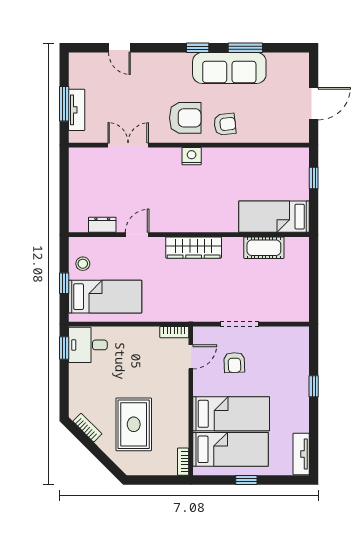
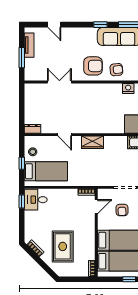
tv unit: (77, 110) -> (29, 45), moved
nightstand: (192, 156) -> (128, 88), moved
dresser: (102, 225) -> (32, 129), moved
door: (137, 235) -> (65, 135), swing flipped
wardrobe: (194, 248) -> (93, 142), width x0.67

